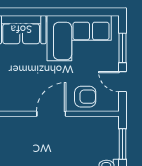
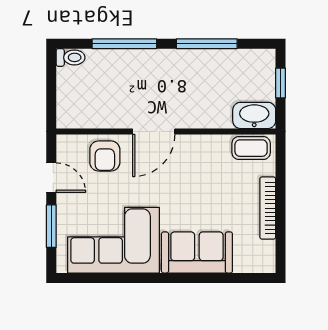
armchair: (85, 97) -> (105, 156), turned -90
window: (122, 144) -> (51, 88), removed

